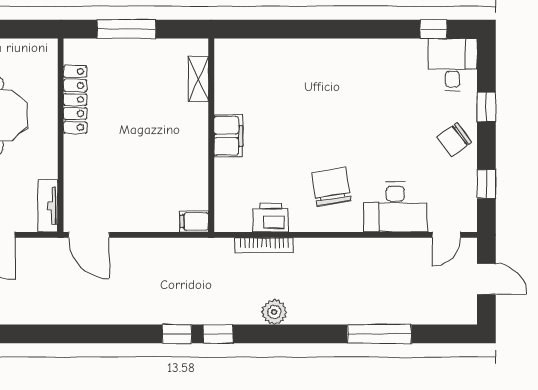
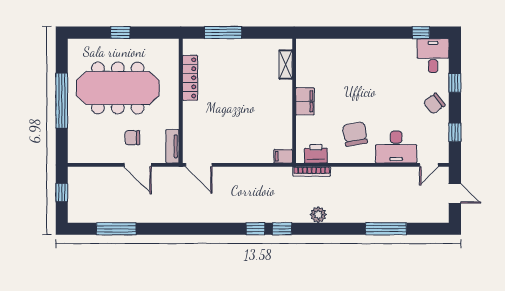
shelving: (198, 79) -> (286, 65), moved
wall: (211, 135) -> (294, 101), moved
filing cabinet: (228, 136) -> (305, 101), moved
filing cabinet: (194, 221) -> (283, 156), moved

